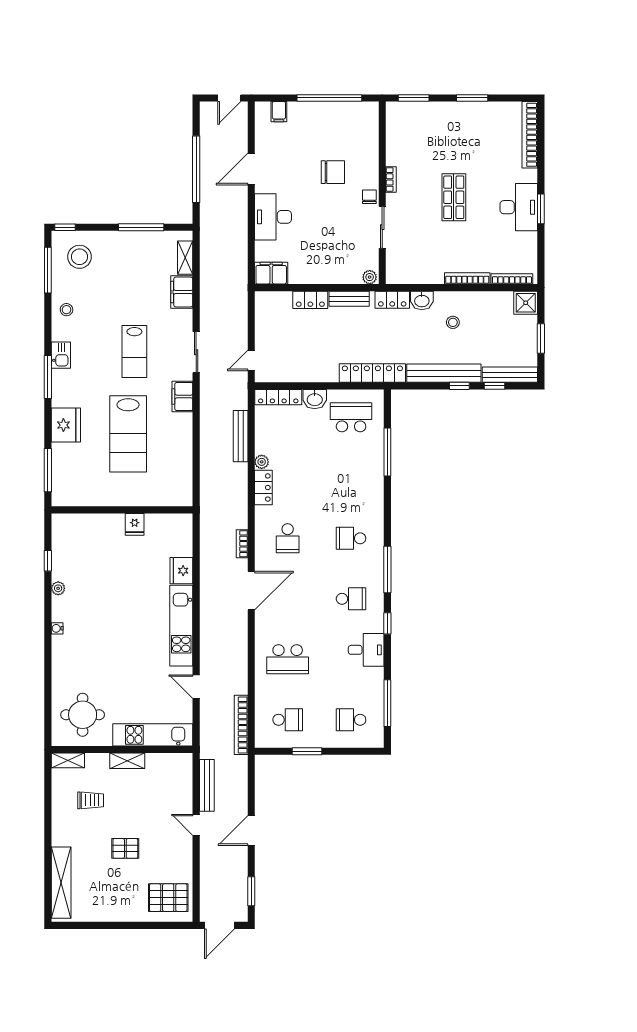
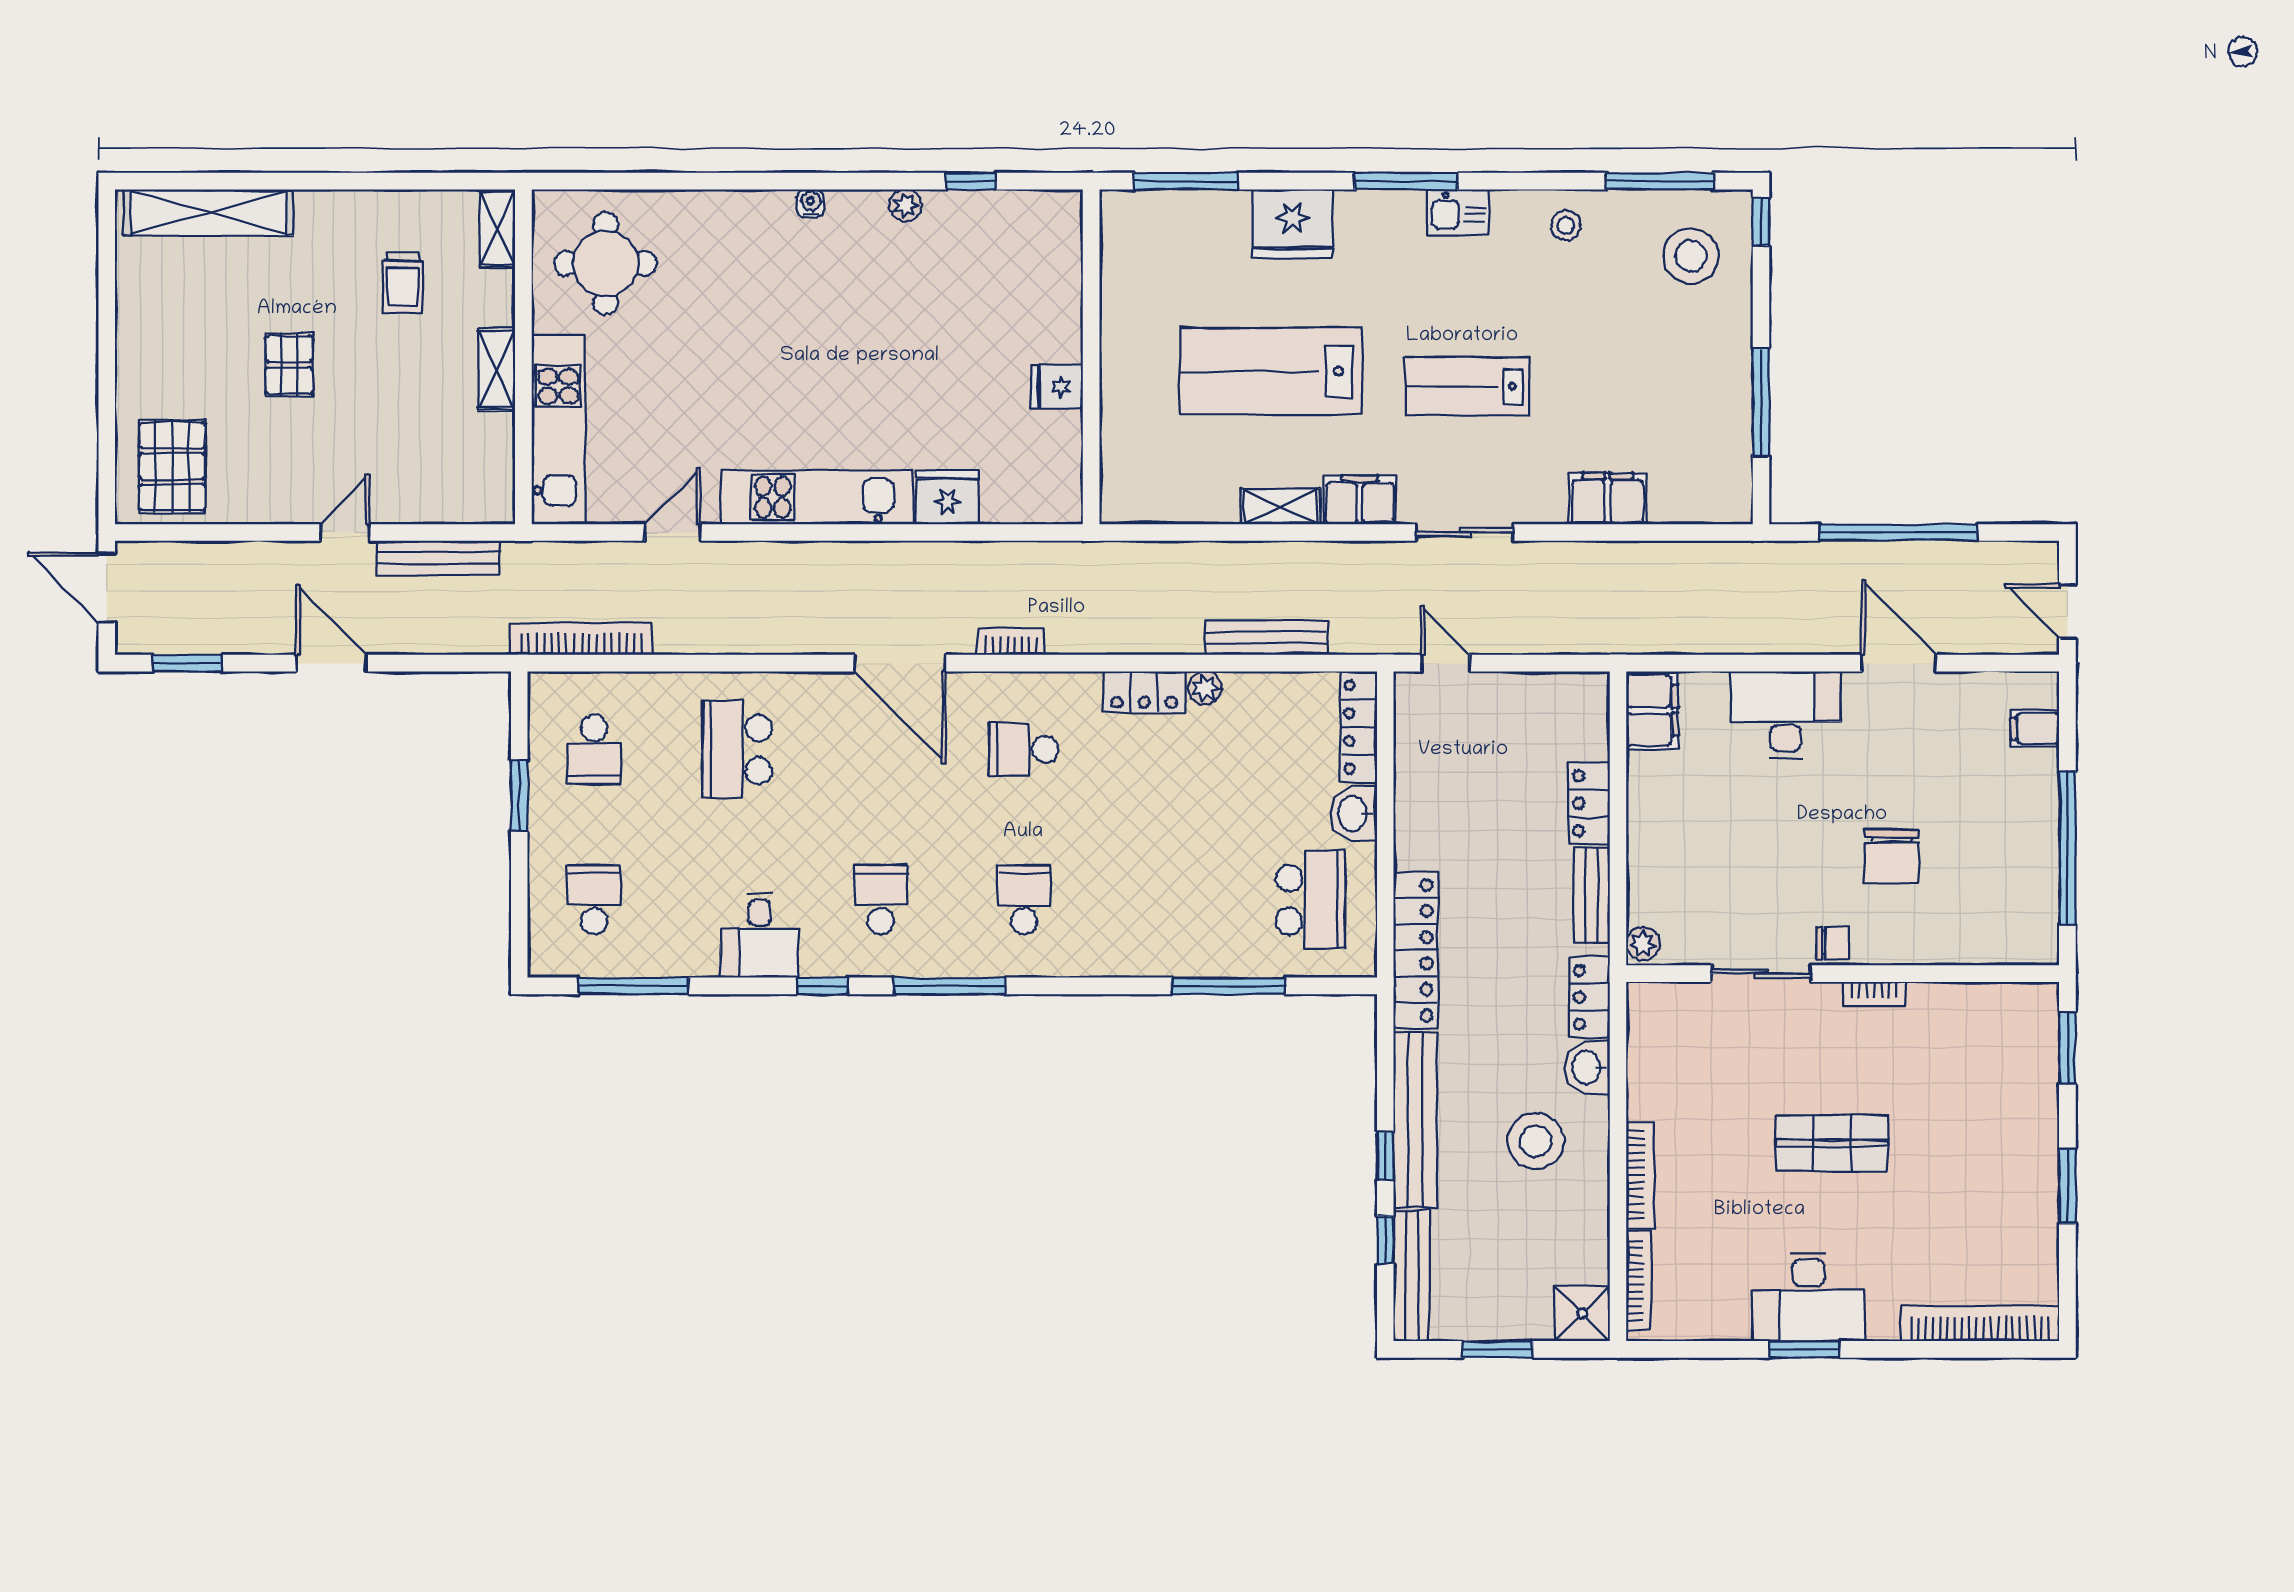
shelving: (185, 258) -> (1281, 506), moved
stool: (453, 322) -> (1536, 1141), width x1.89, depth x1.89
school desk: (351, 599) -> (881, 900), turned 180

